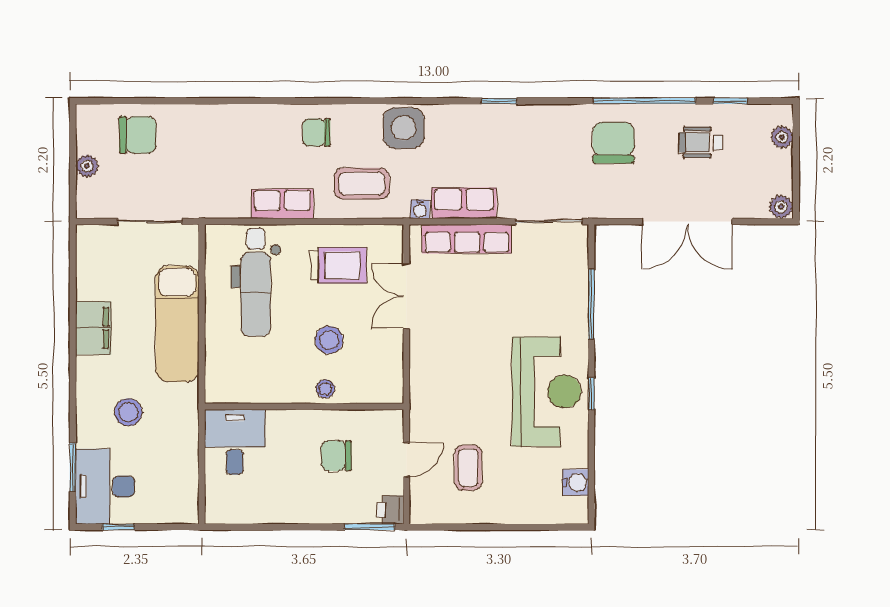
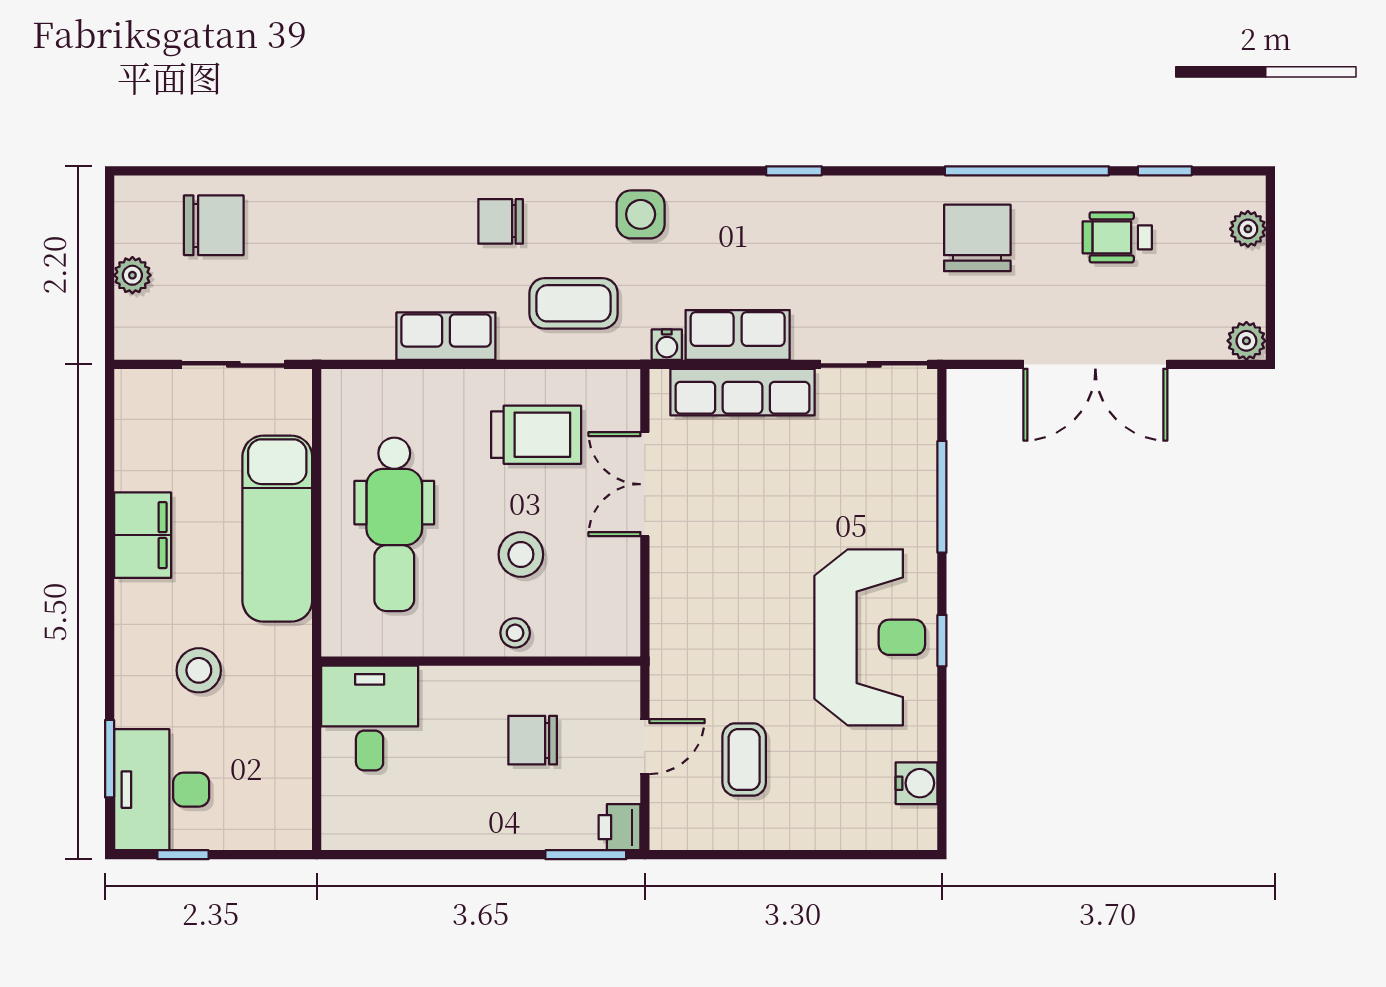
side table: (404, 128) -> (641, 214), width x0.73, depth x0.73
dental chair: (256, 282) -> (394, 524), moved

